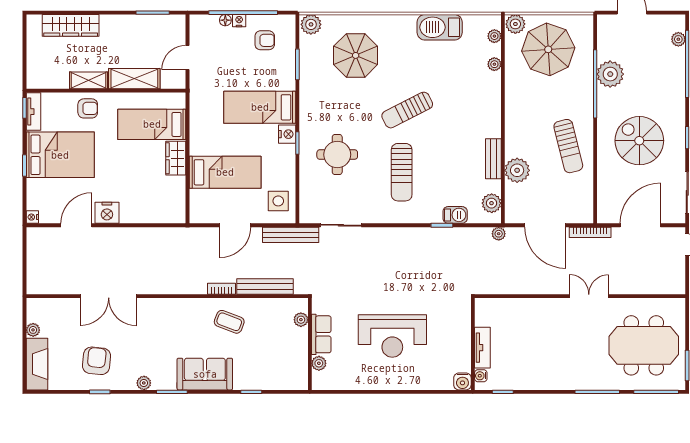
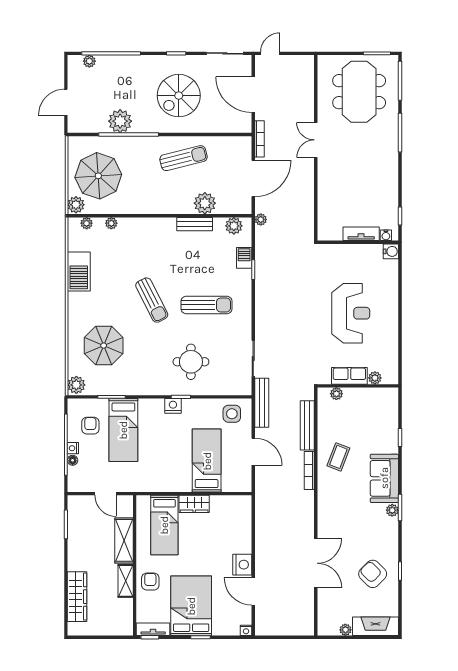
bed: (260, 107) -> (123, 430), moved
bookcase: (222, 289) -> (309, 471), width x1.56
armchair: (96, 361) -> (373, 574), turned 39
plant: (144, 383) -> (392, 510), moved

